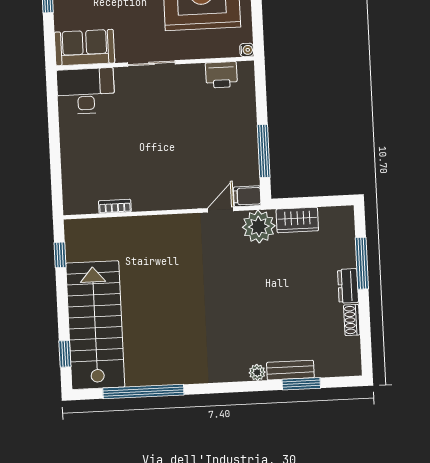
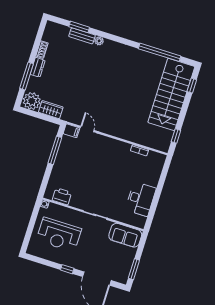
desk: (86, 91) -> (141, 199), moved, turned -90
door: (221, 210) -> (87, 129), swing flipped
plant: (259, 227) -> (32, 101), moved

